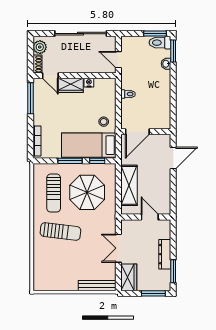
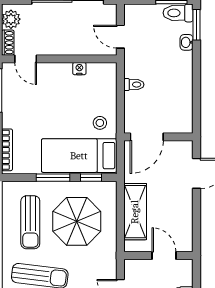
wardrobe: (71, 85) -> (54, 72), removed

